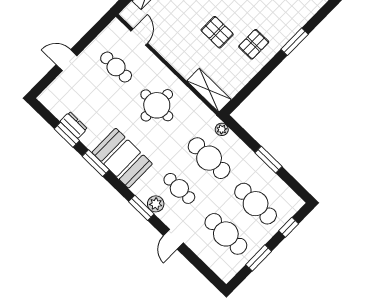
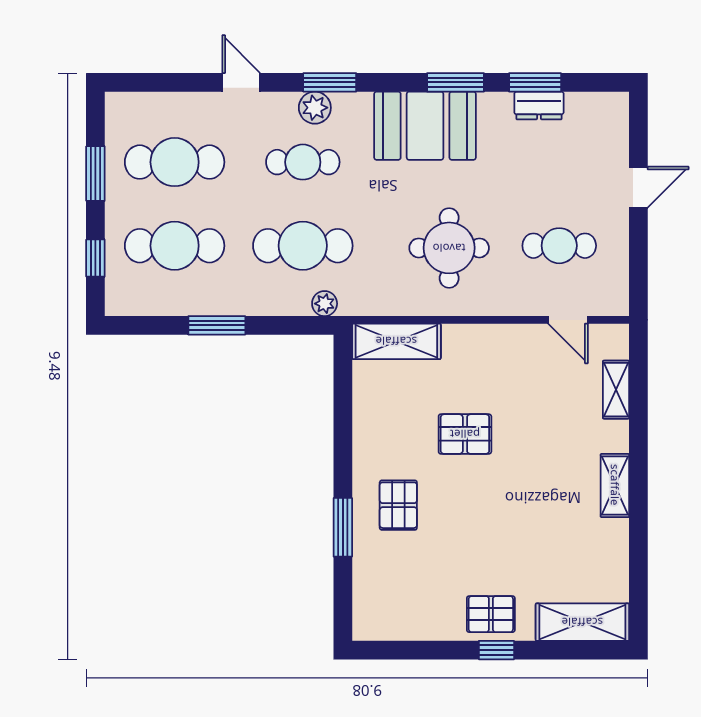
pallet: (254, 44) -> (398, 505), moved

